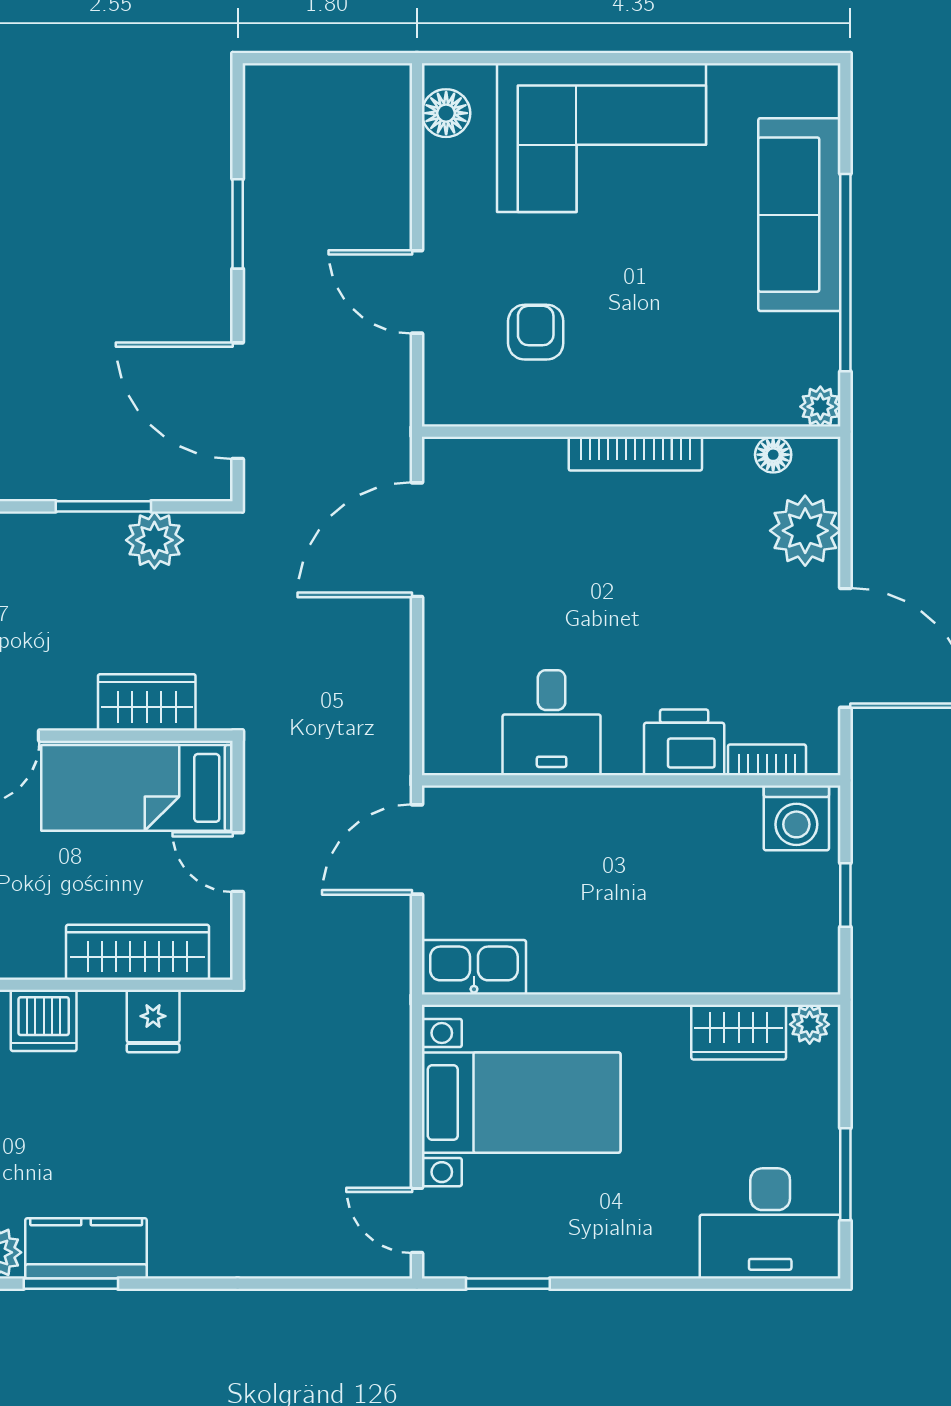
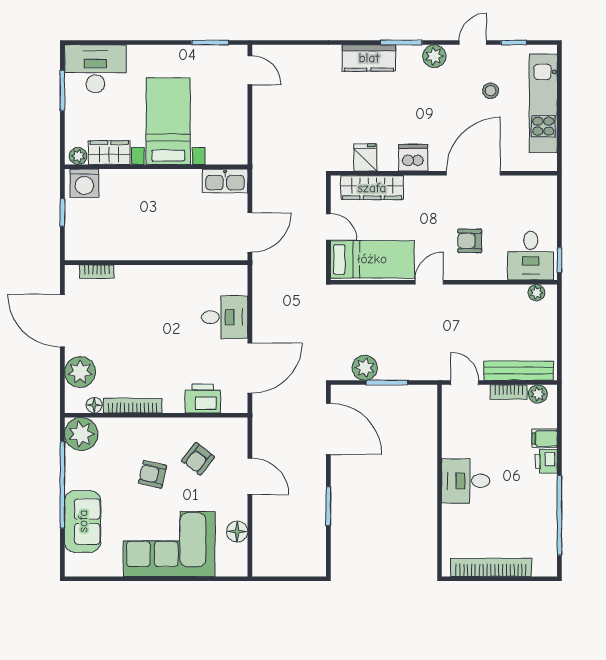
floor lamp: (446, 113) -> (237, 531), moved
sofa: (799, 215) -> (83, 521), width x0.73
armchair: (640, 297) -> (152, 474), added
armchair: (536, 332) -> (198, 459), turned 38
plant: (820, 407) -> (81, 434), width x1.88, depth x1.88
bookcase: (635, 454) -> (133, 406), moved
wardrobe: (147, 702) -> (368, 297), removed
desk: (552, 723) -> (225, 317), moved, turned 90
printer: (684, 742) -> (203, 399), moved, turned 180
washing machine: (796, 818) -> (84, 183), moved, turned 180
bed with nightstands: (521, 1103) -> (168, 121), moved, turned 90
kitchen counter: (86, 1248) -> (369, 58), moved

